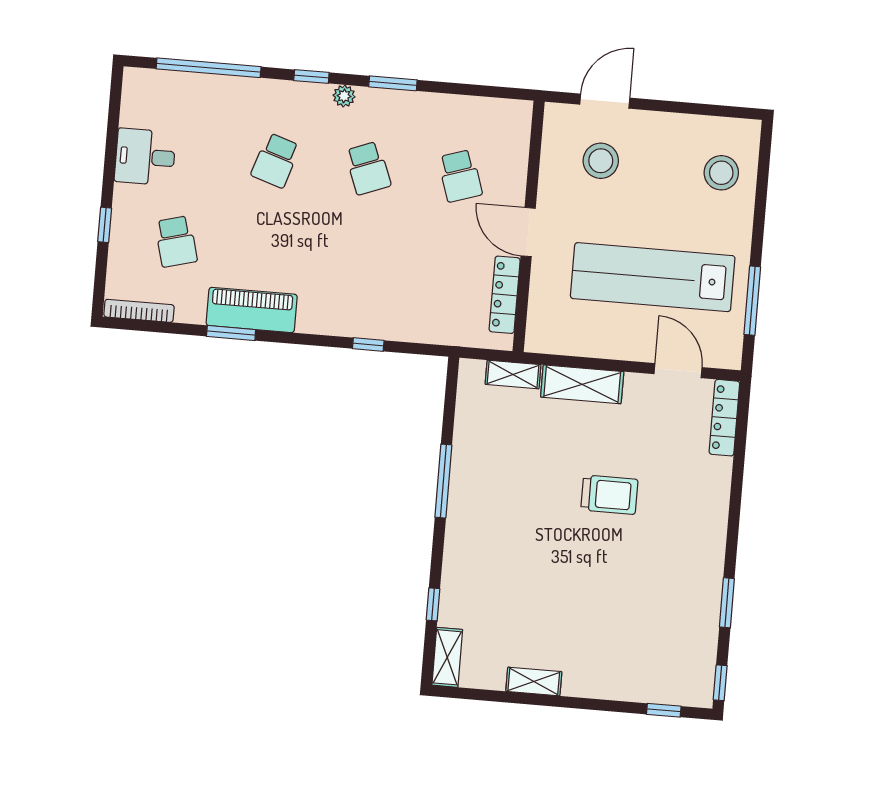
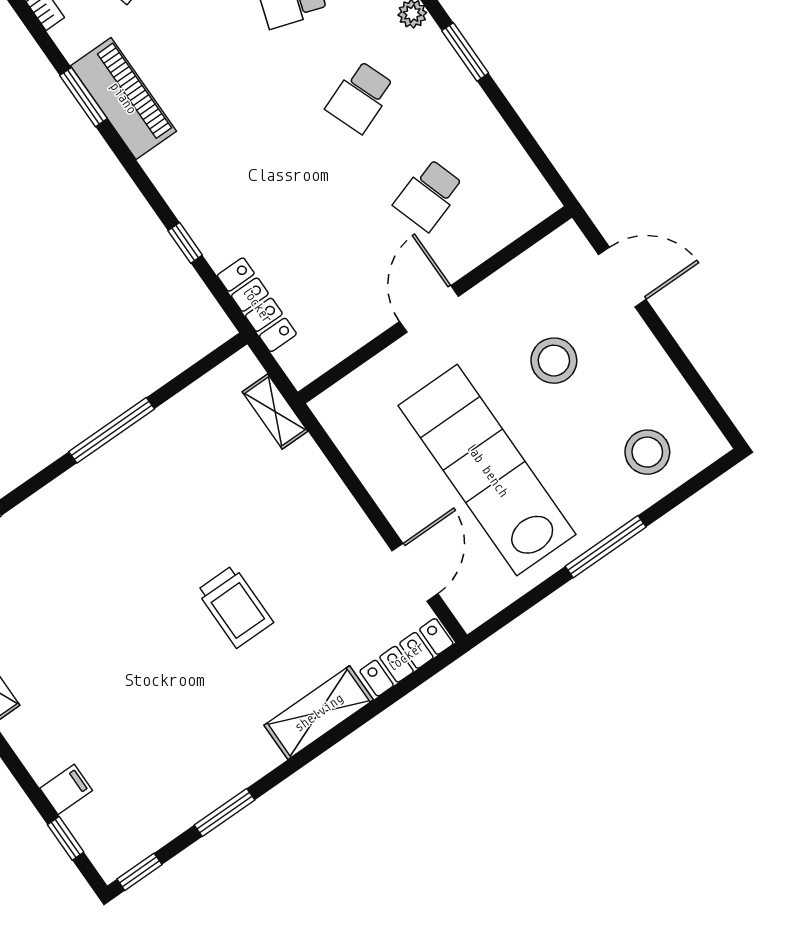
stool: (601, 161) -> (554, 361), moved
locker: (505, 295) -> (257, 305), moved, turned 90
window: (752, 301) -> (606, 547), moved
shelving: (582, 384) -> (319, 713), moved, turned 90
filing cabinet: (635, 686) -> (66, 789), added

